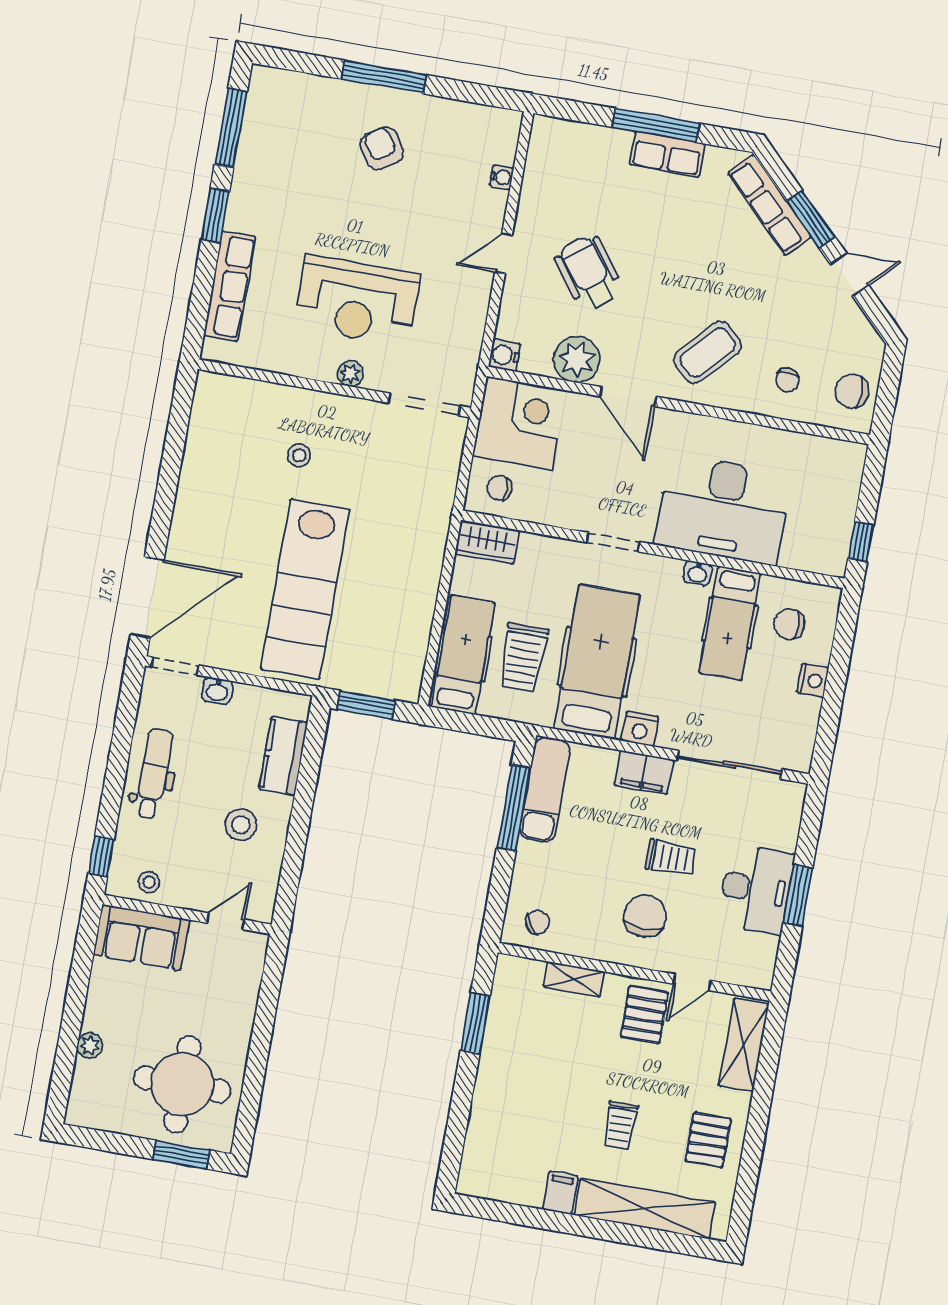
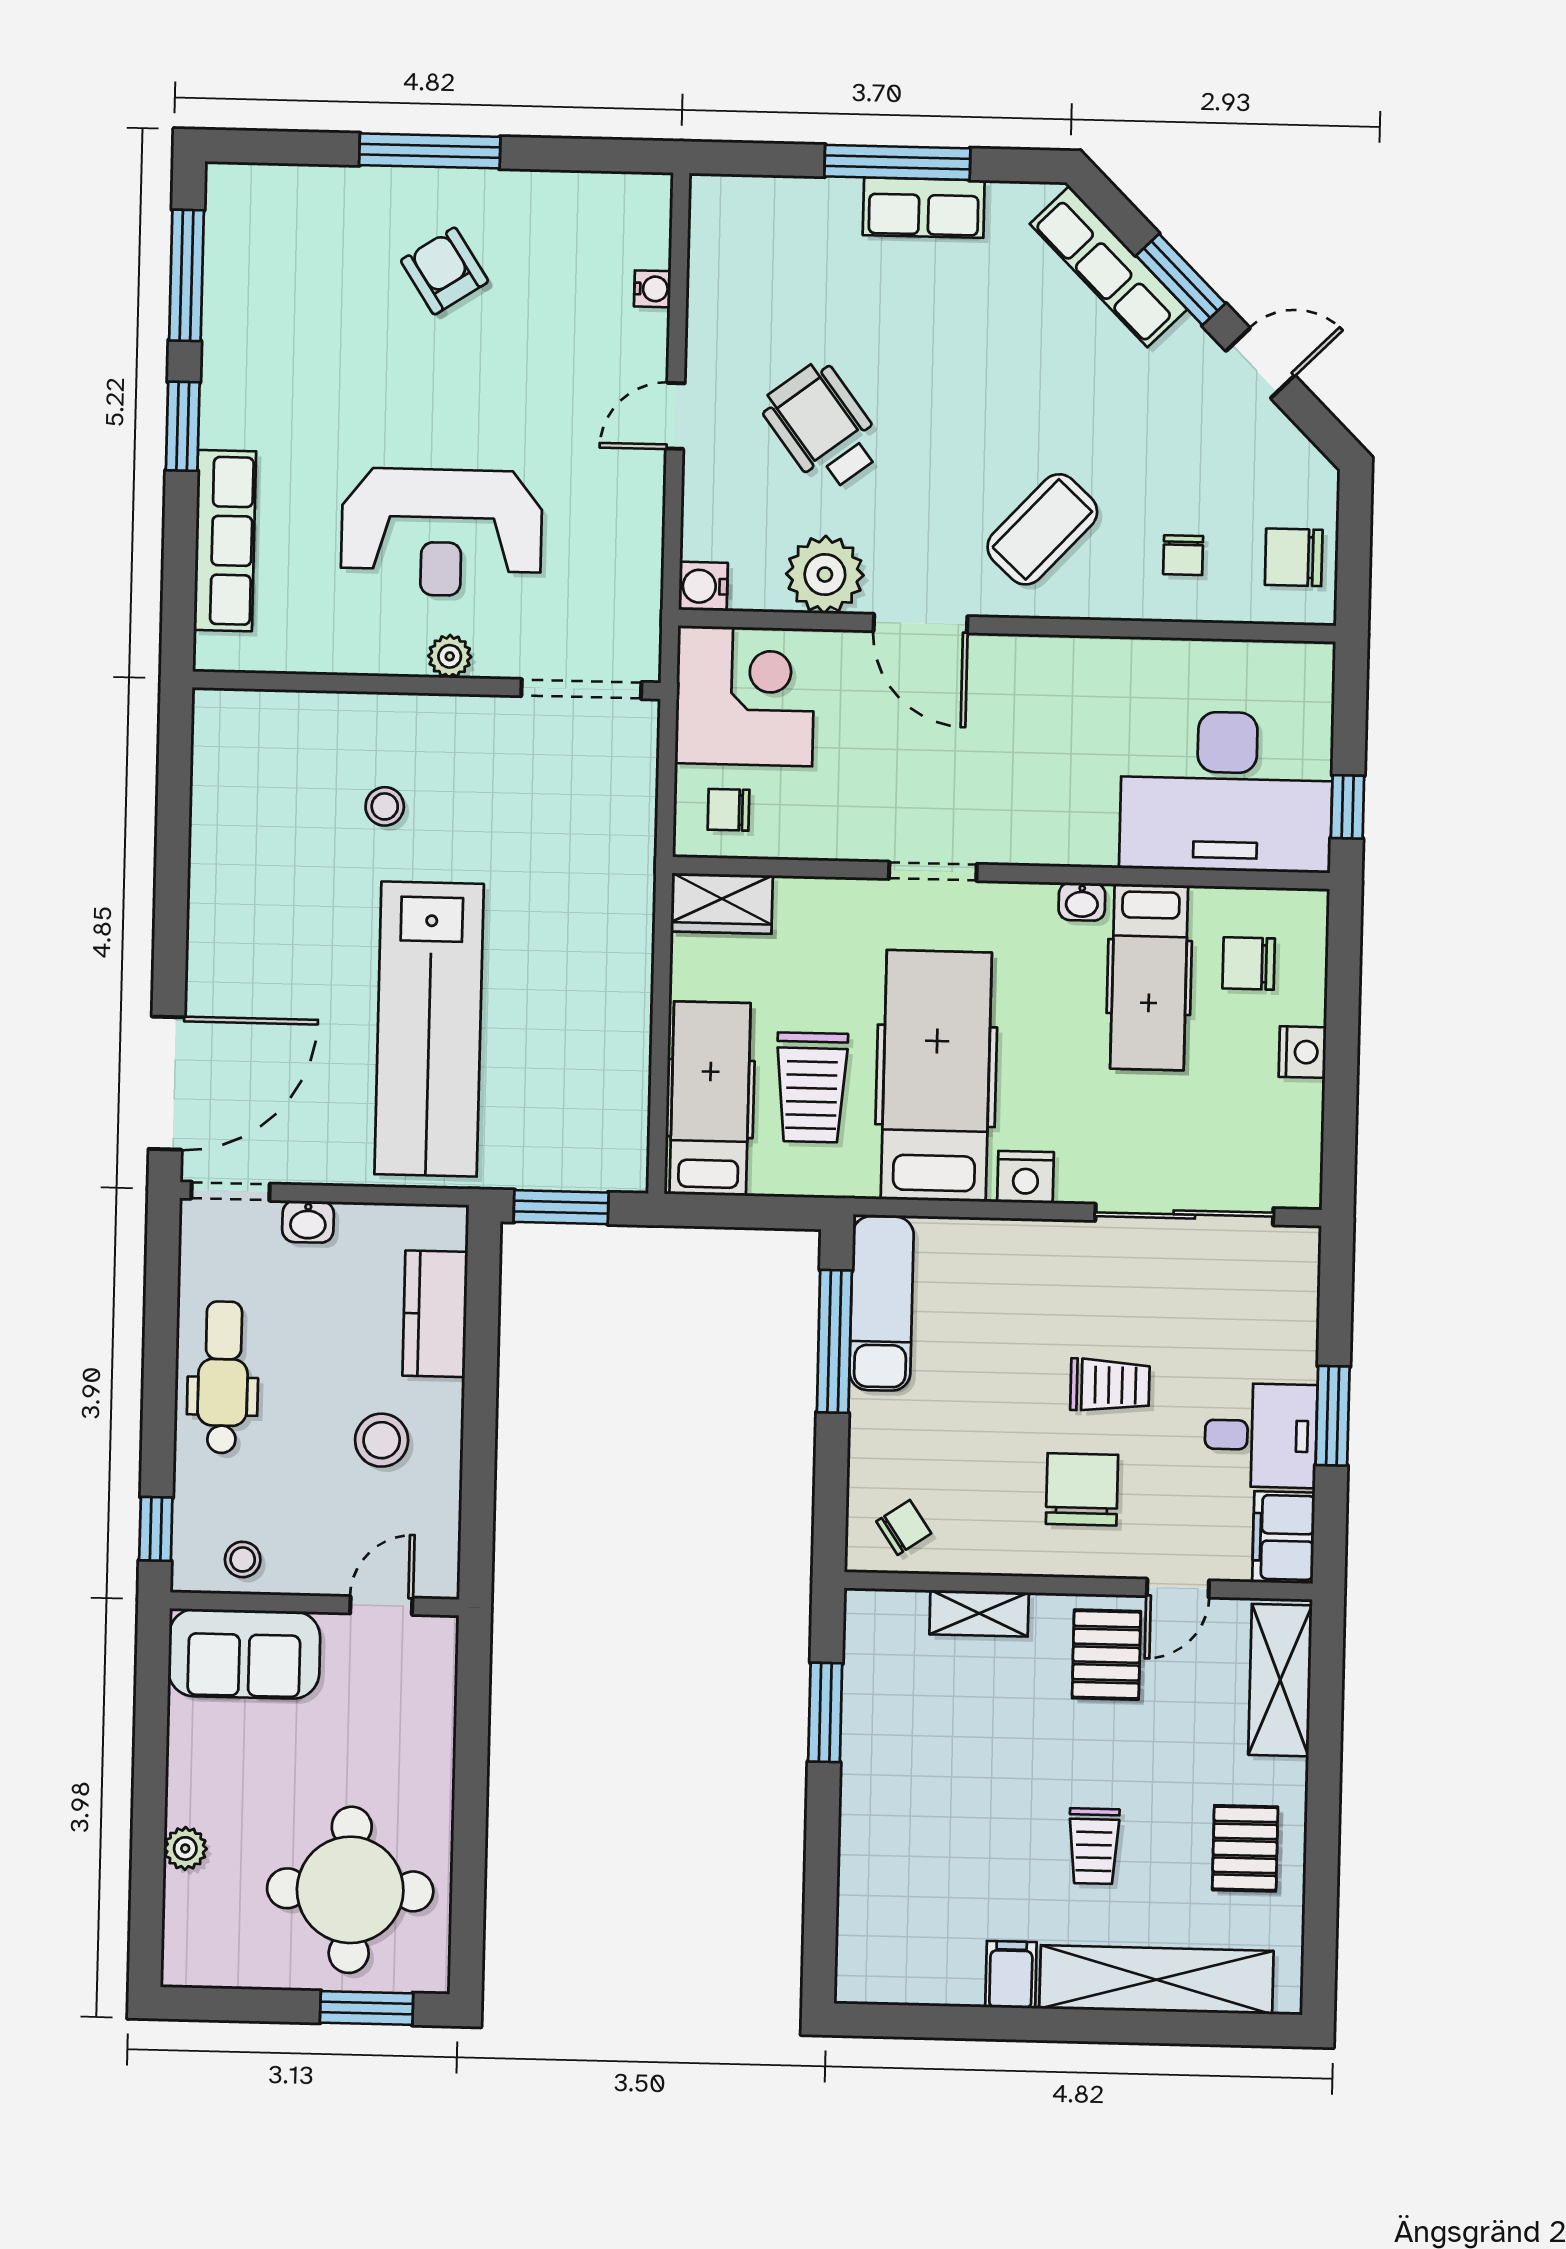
desk: (723, 510) -> (1226, 792), moved
filing cabinet: (644, 772) -> (1284, 1537), moved, turned 90
desk: (756, 889) -> (1261, 1435), width x0.73

